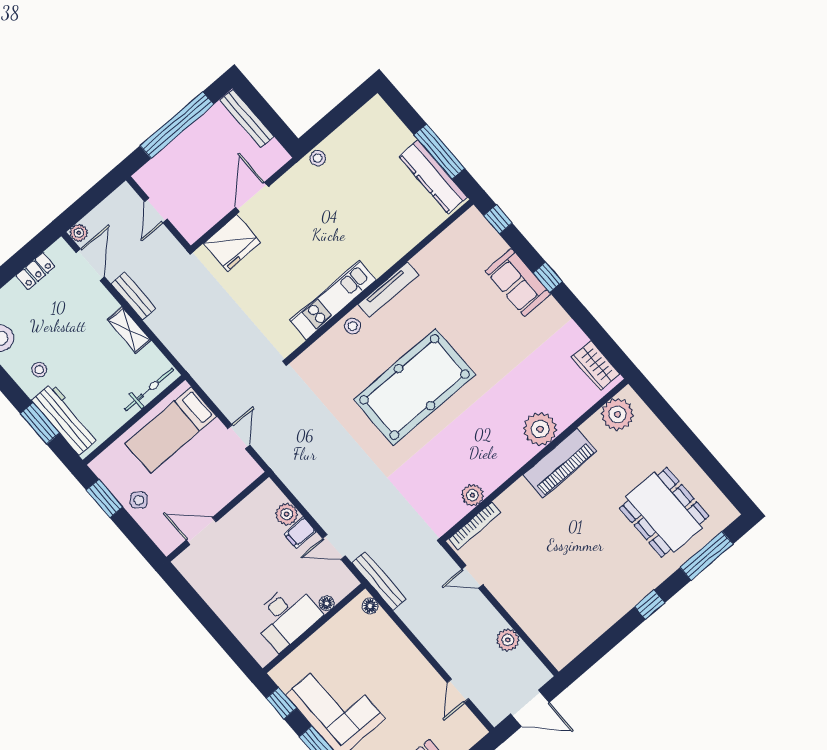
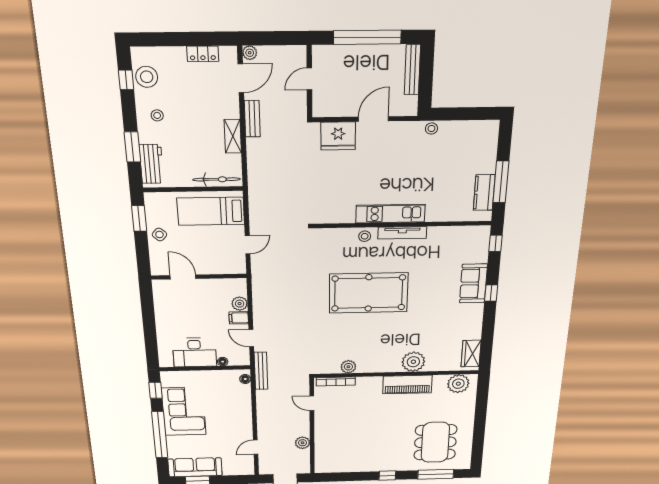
kitchen counter: (433, 177) -> (484, 193), width x0.67
kitchen unit: (333, 300) -> (390, 214), moved
workbench: (65, 419) -> (151, 164), width x0.73

